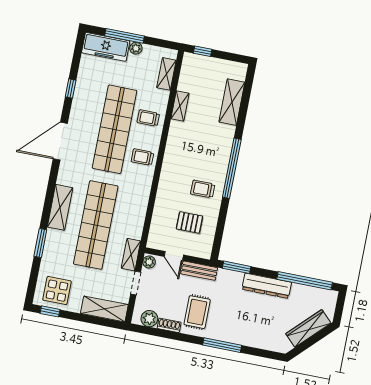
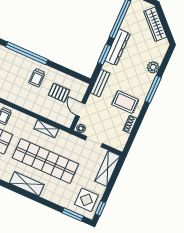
pallet: (189, 222) -> (59, 93), turned 90
window: (40, 243) -> (73, 214), moved
shelving: (131, 255) -> (46, 129), moved
door: (174, 256) -> (81, 110), swing flipped
window: (237, 267) -> (104, 54), moved
bench: (199, 271) -> (100, 83), moved
plant: (149, 319) -> (153, 67), moved

